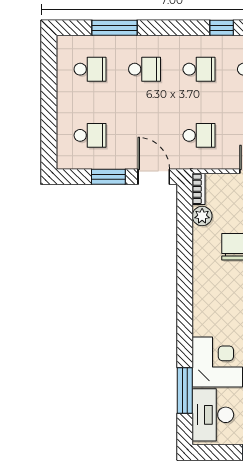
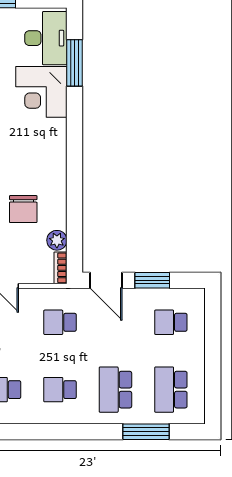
window: (222, 28) -> (37, 432), removed
school desk: (90, 69) -> (171, 390), width x1.85
school desk: (145, 69) -> (115, 390), width x1.85

